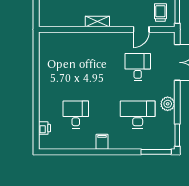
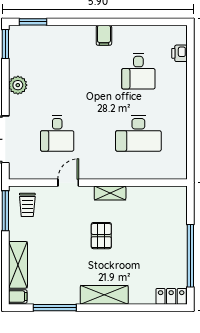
door: (141, 29) -> (68, 183), moved
desk: (138, 114) -> (138, 133), moved
window: (156, 152) -> (33, 22), width x0.69

